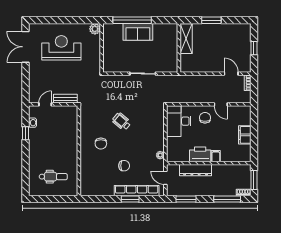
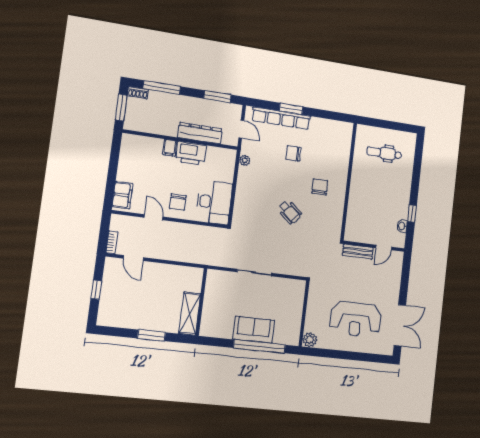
filing cabinet: (245, 135) -> (123, 195), moved

